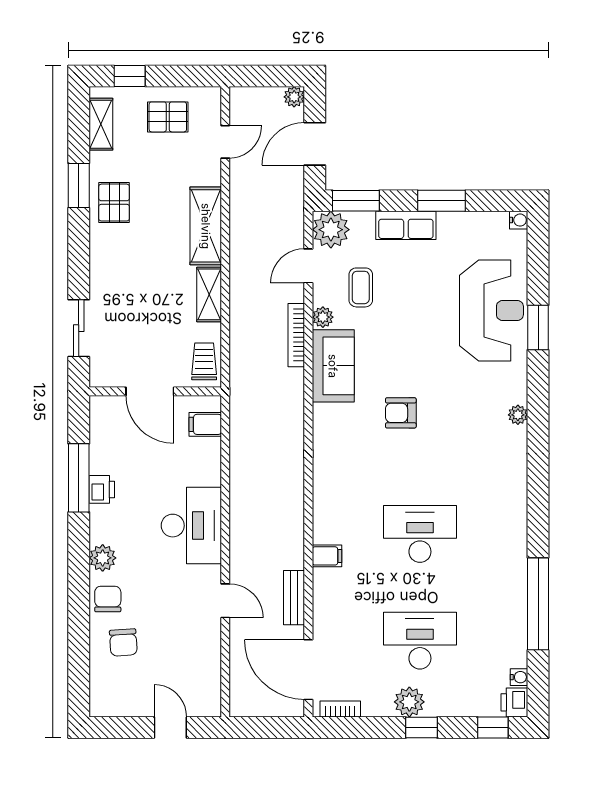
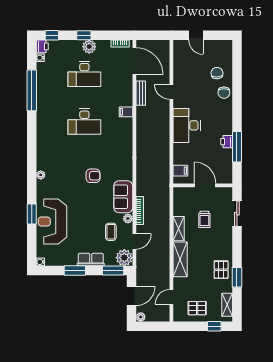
trolley: (204, 361) -> (204, 219), moved
plant: (103, 558) -> (226, 111), removed

